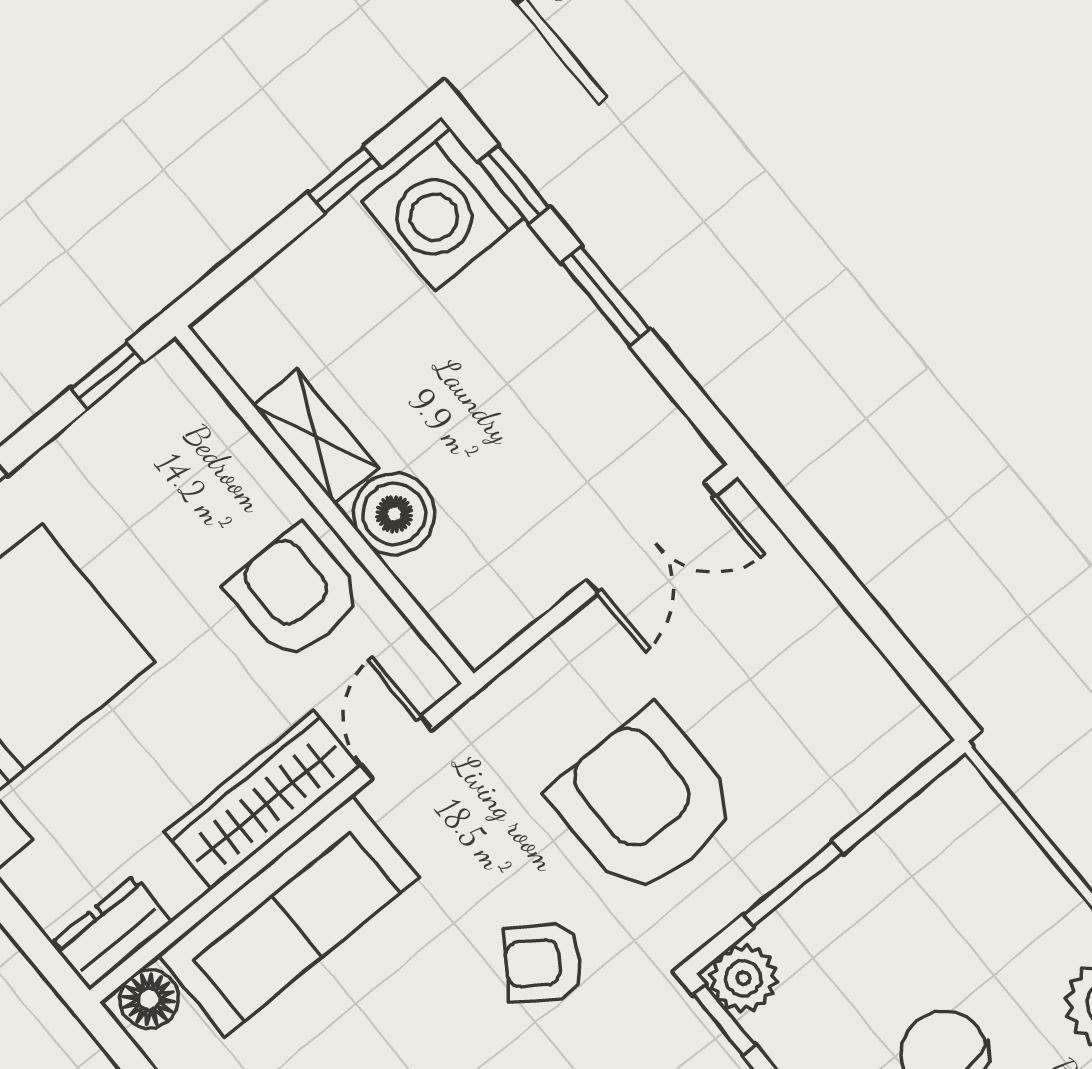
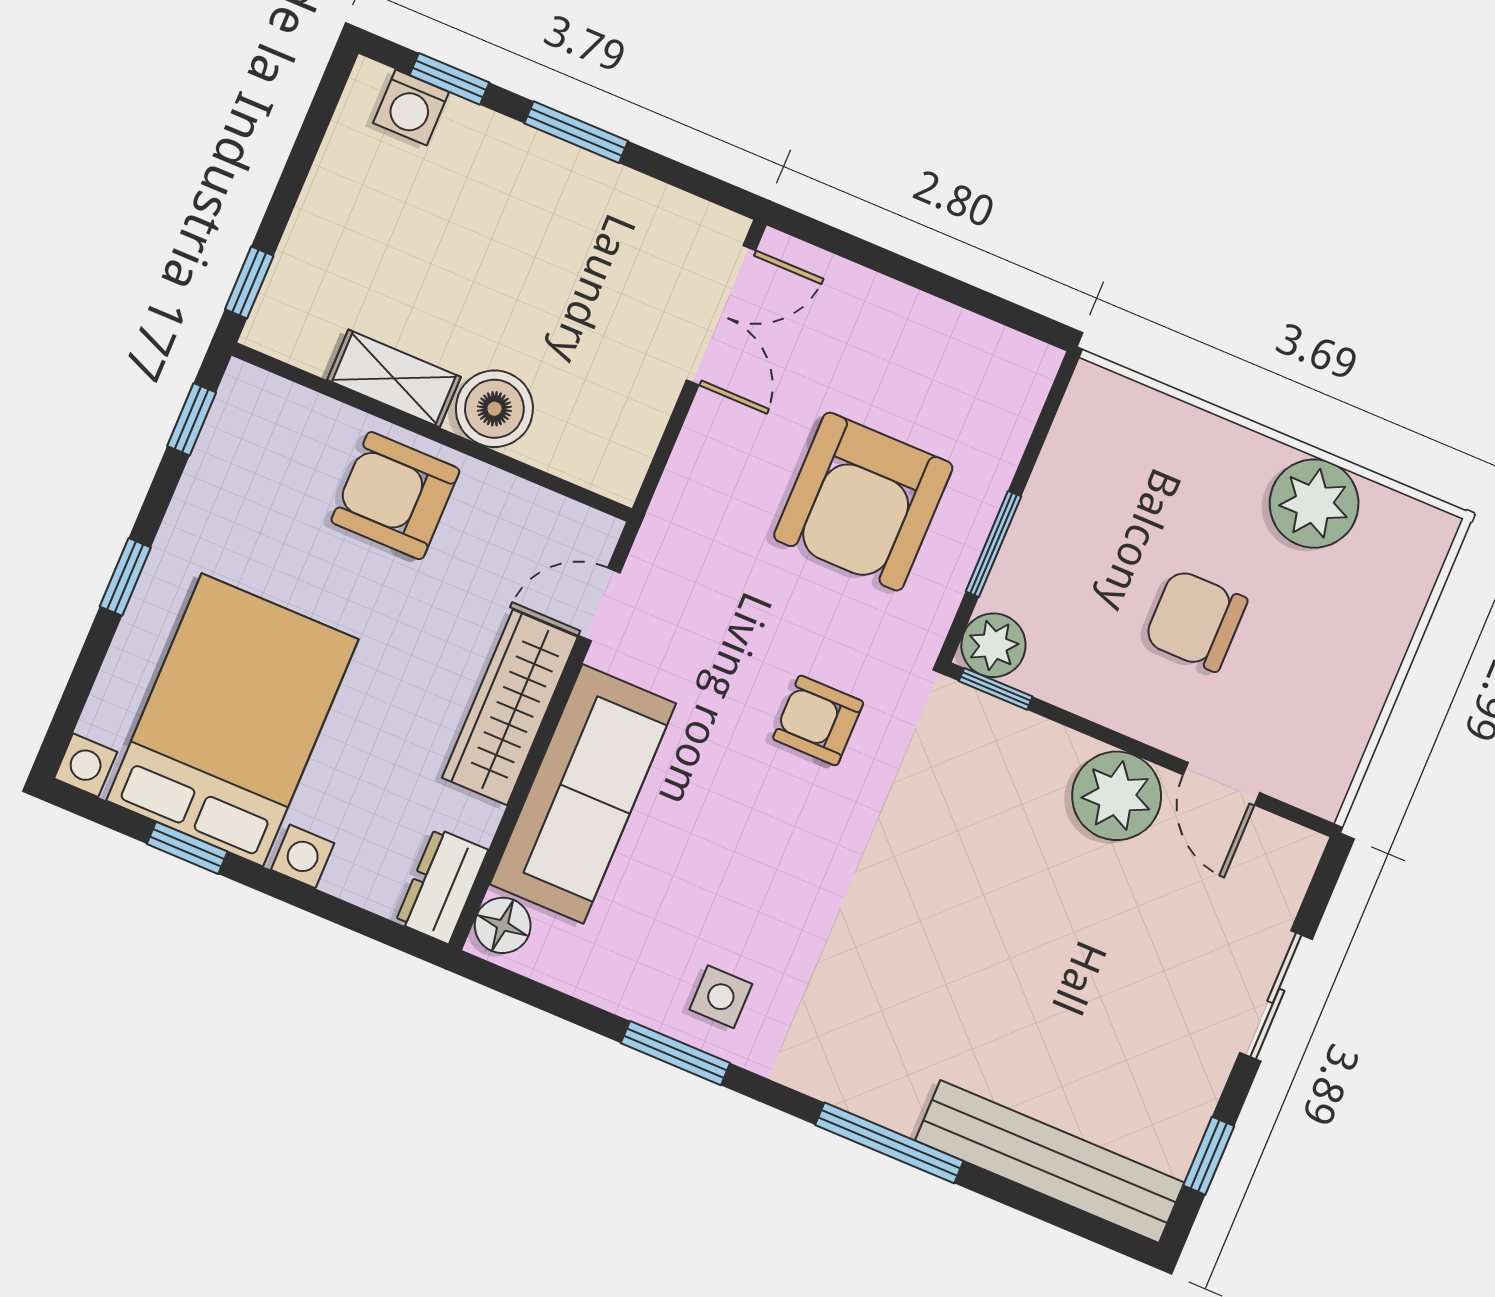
window: (345, 180) -> (249, 282), moved
washing machine: (443, 210) -> (411, 107), width x0.53, depth x0.53
armchair: (295, 593) -> (395, 496), moved
door: (396, 748) -> (599, 604), hinge flipped
armchair: (645, 803) -> (863, 502), moved, turned -90
armchair: (543, 963) -> (818, 720), turned 55

